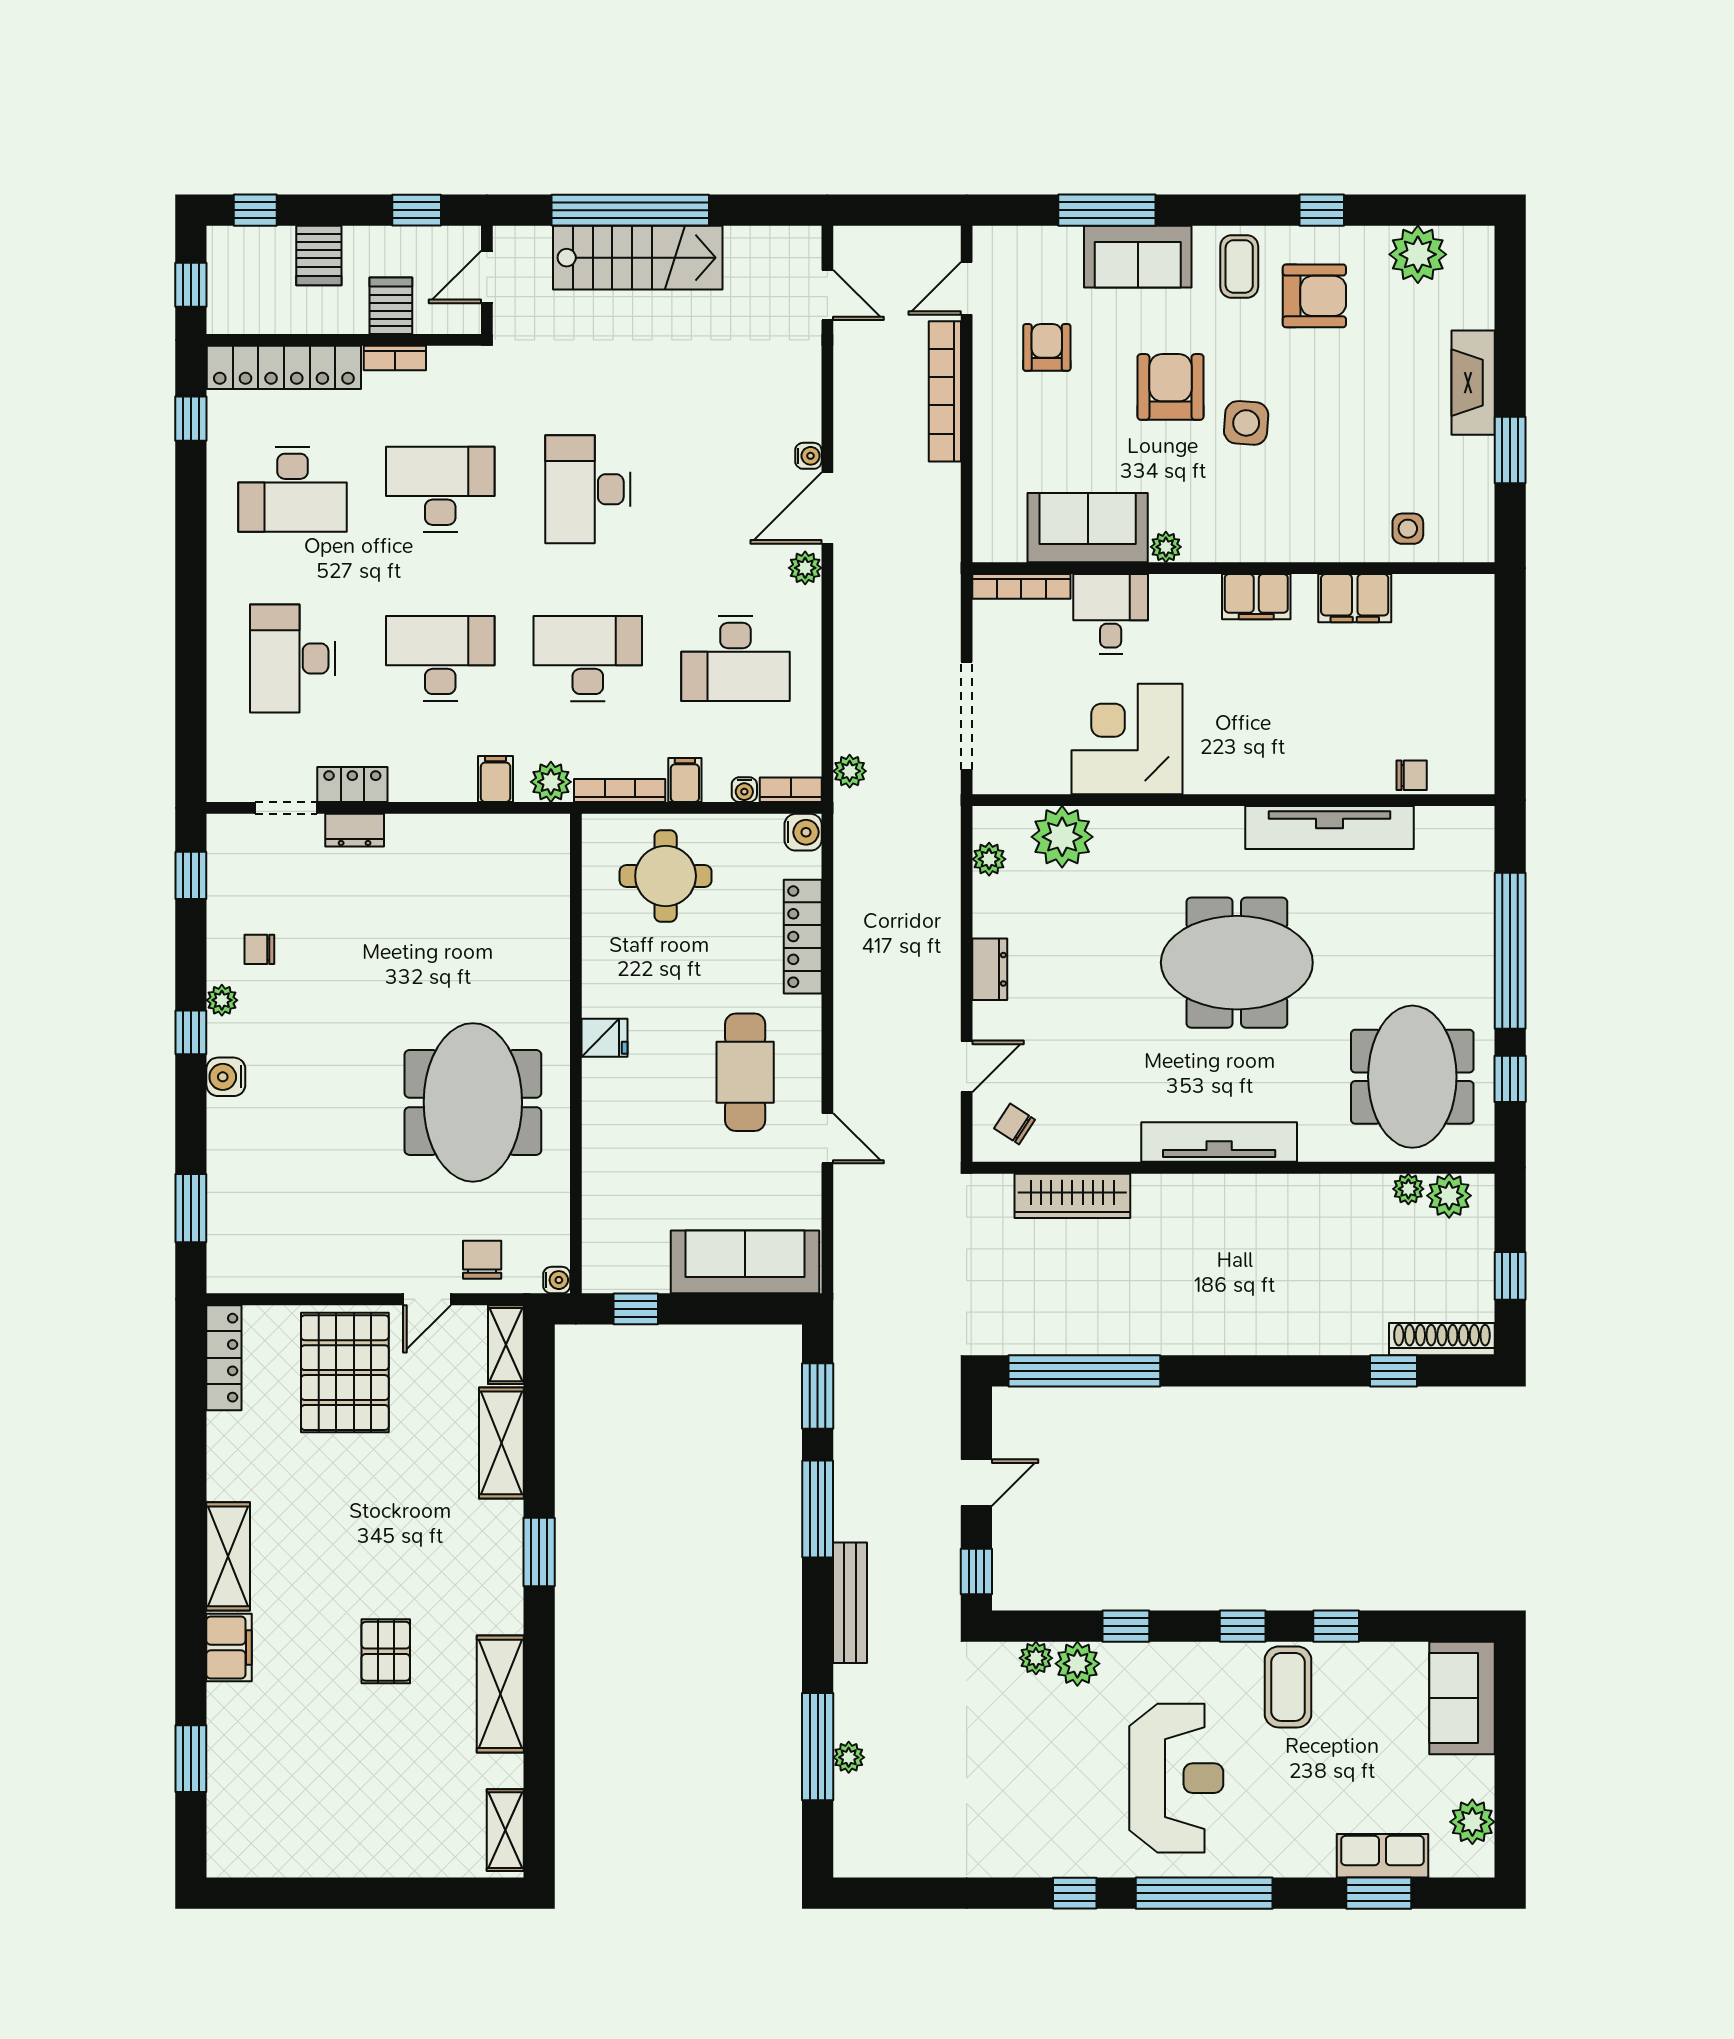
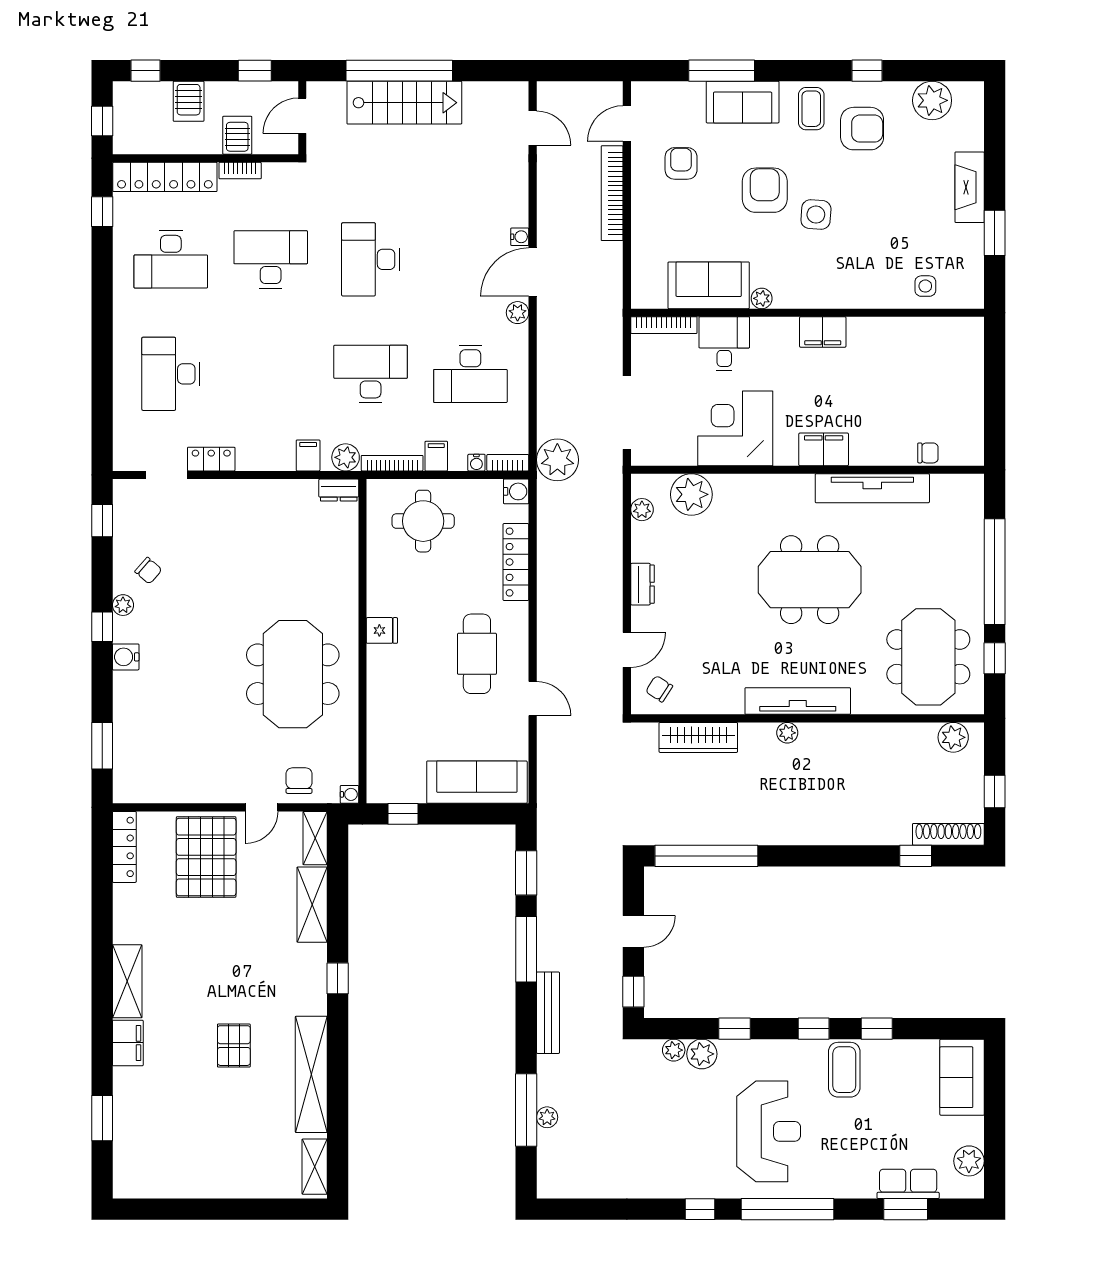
filing cabinet: (1355, 598) -> (824, 449), moved, turned 180
desk: (440, 658) -> (271, 374), removed
plant: (850, 771) -> (557, 460), width x1.88, depth x1.88
dresser: (355, 830) -> (339, 490), moved
chair: (259, 949) -> (148, 571), turned -139
plant: (1408, 1189) -> (787, 733), moved
window: (539, 1552) -> (338, 978), width x0.67
shelving: (500, 1694) -> (311, 1074), width x1.47

